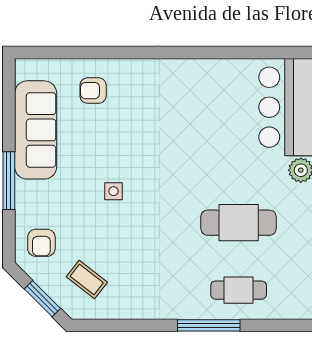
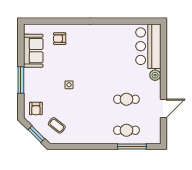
sofa: (36, 130) -> (33, 51), width x0.73
cafe table: (239, 223) -> (126, 99), width x0.73, depth x0.74
window: (209, 325) -> (132, 146), moved

